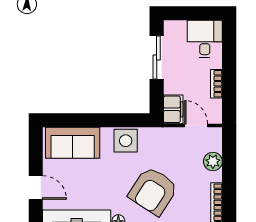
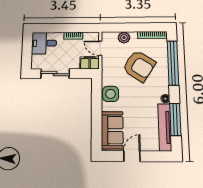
door: (196, 125) -> (100, 48), hinge flipped
door: (36, 187) -> (132, 156), moved
armchair: (153, 191) -> (139, 66), moved

